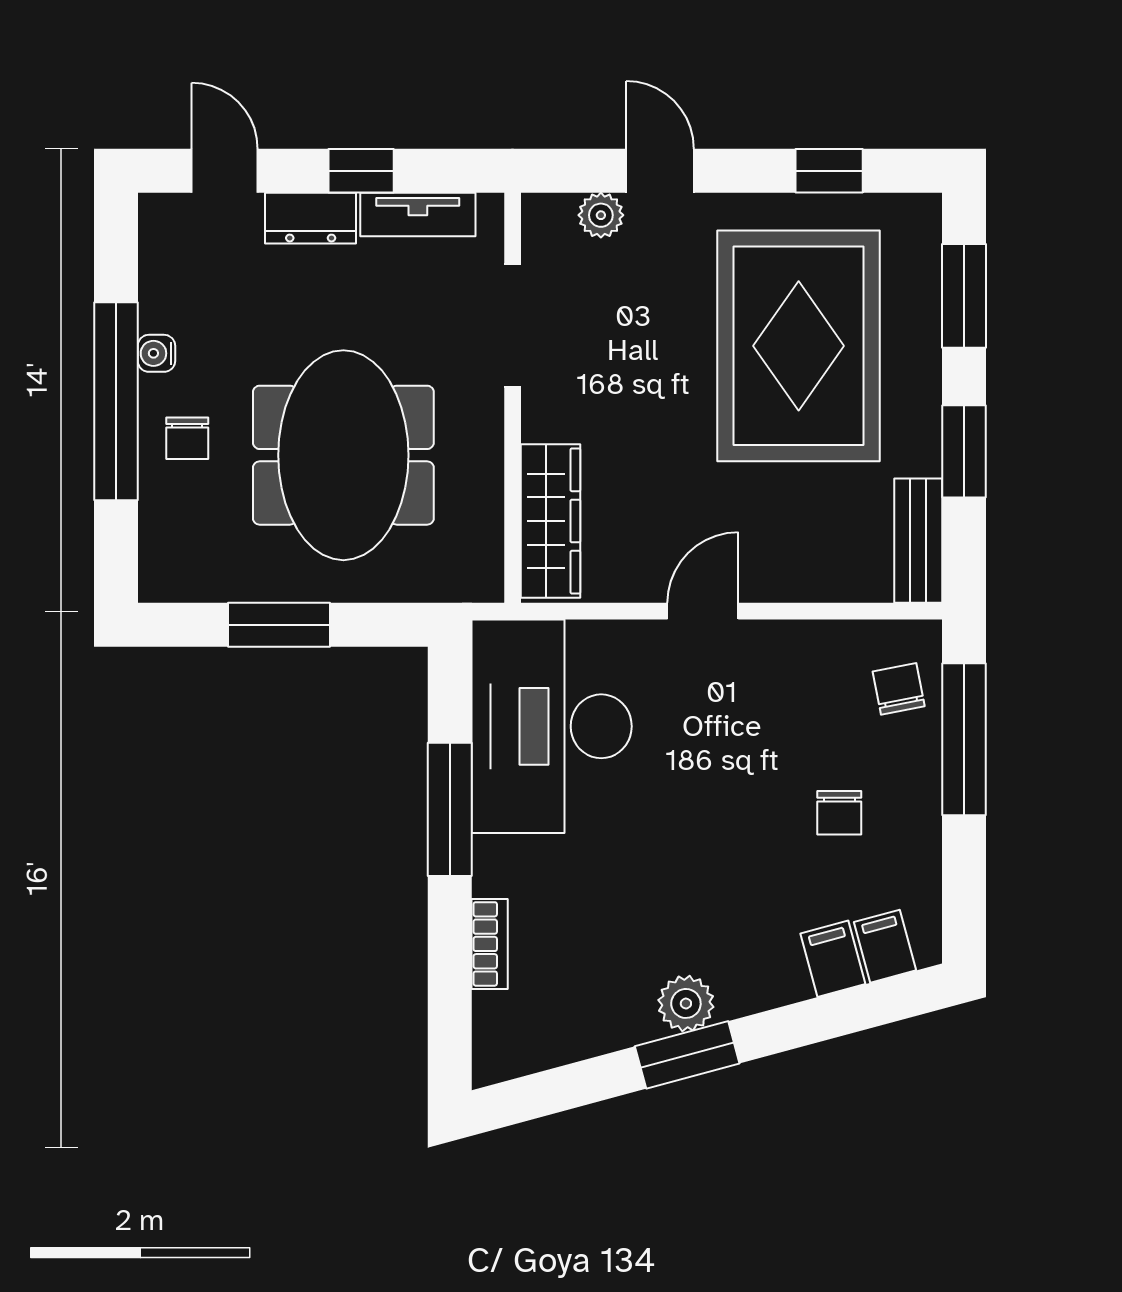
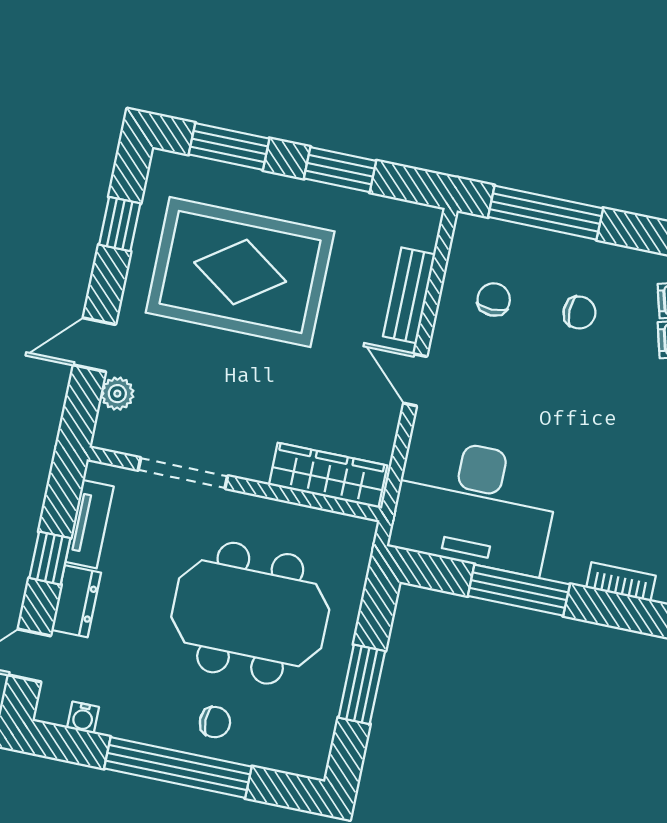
water cooler: (156, 353) -> (83, 717), moved
bench: (918, 541) -> (409, 295), moved, turned 90
chair: (899, 689) -> (494, 300), moved, turned 101

